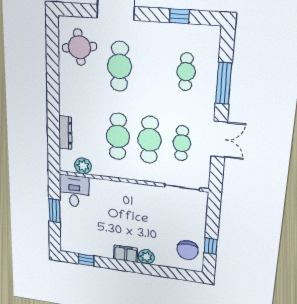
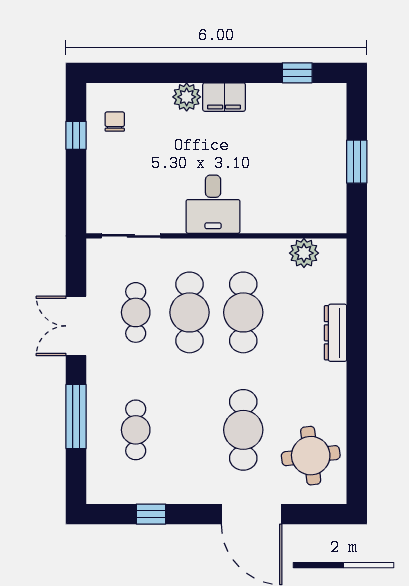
dresser: (65, 133) -> (336, 333), moved
desk: (74, 191) -> (213, 204), moved
chair: (188, 250) -> (115, 122), width x0.54, depth x0.54

